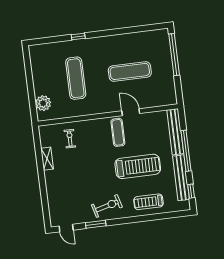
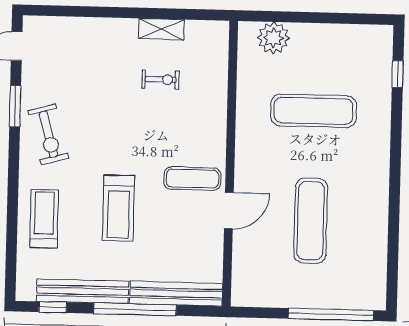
window: (78, 36) -> (398, 74), moved
exercise bike: (70, 139) -> (161, 80), moved
treadmill: (138, 166) -> (118, 208), width x0.73, depth x0.73

